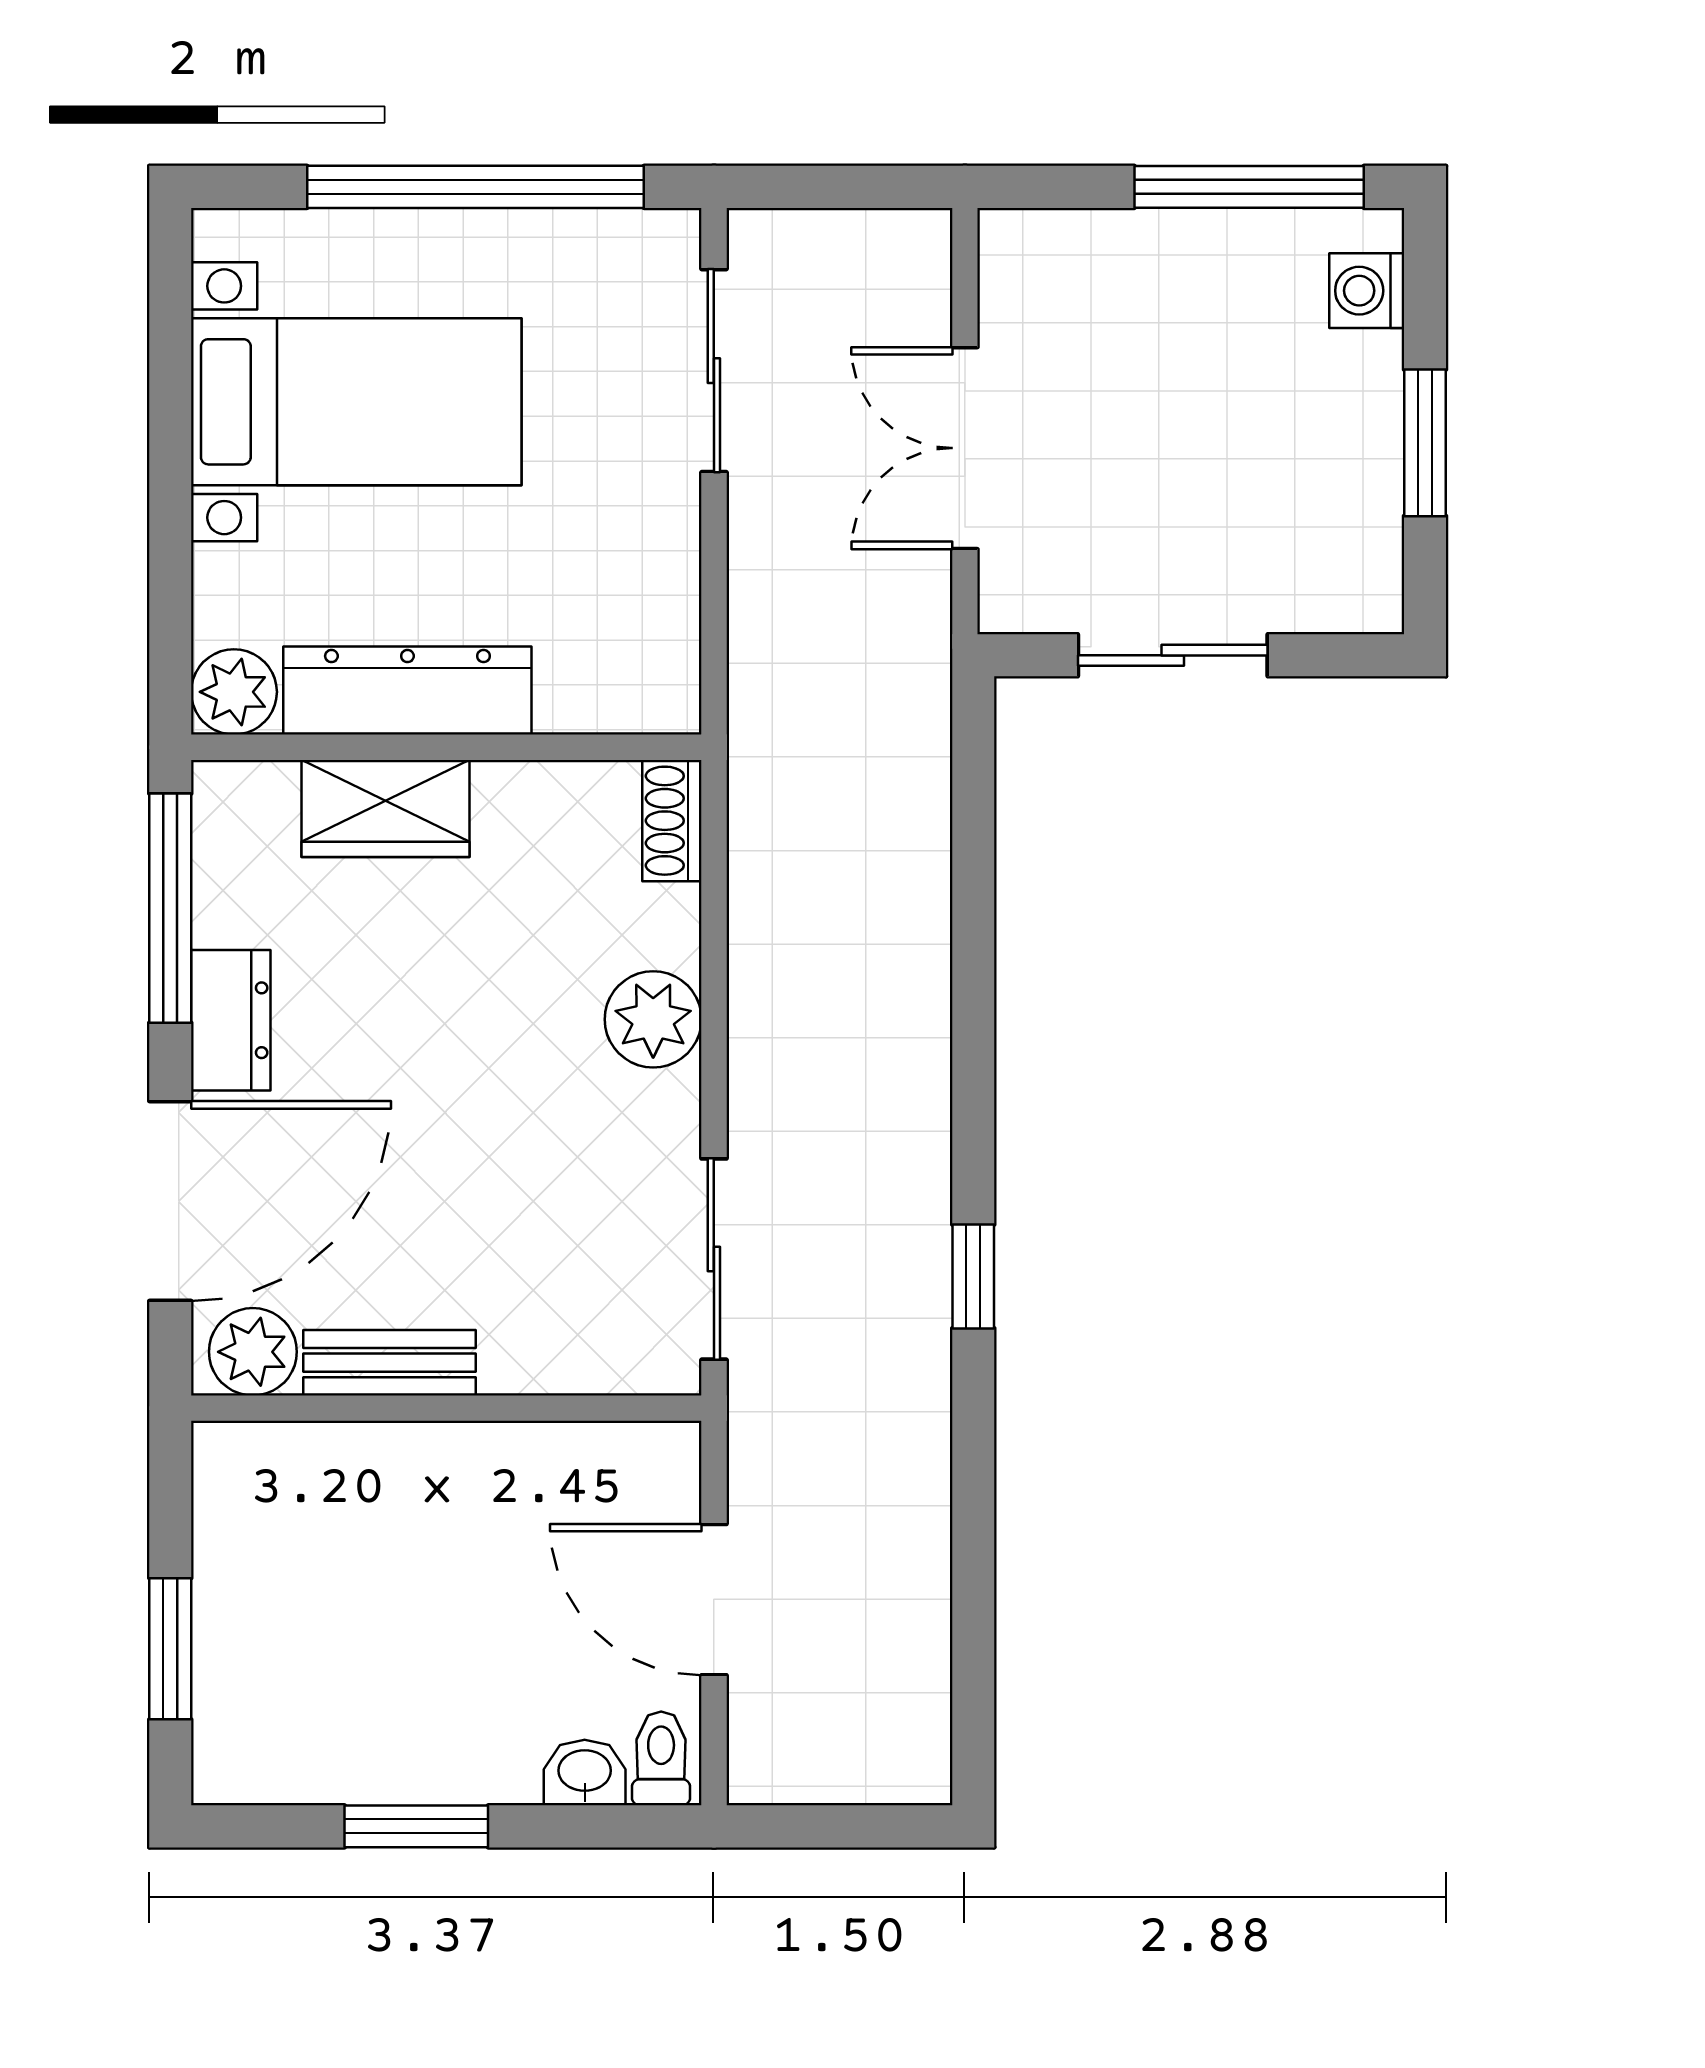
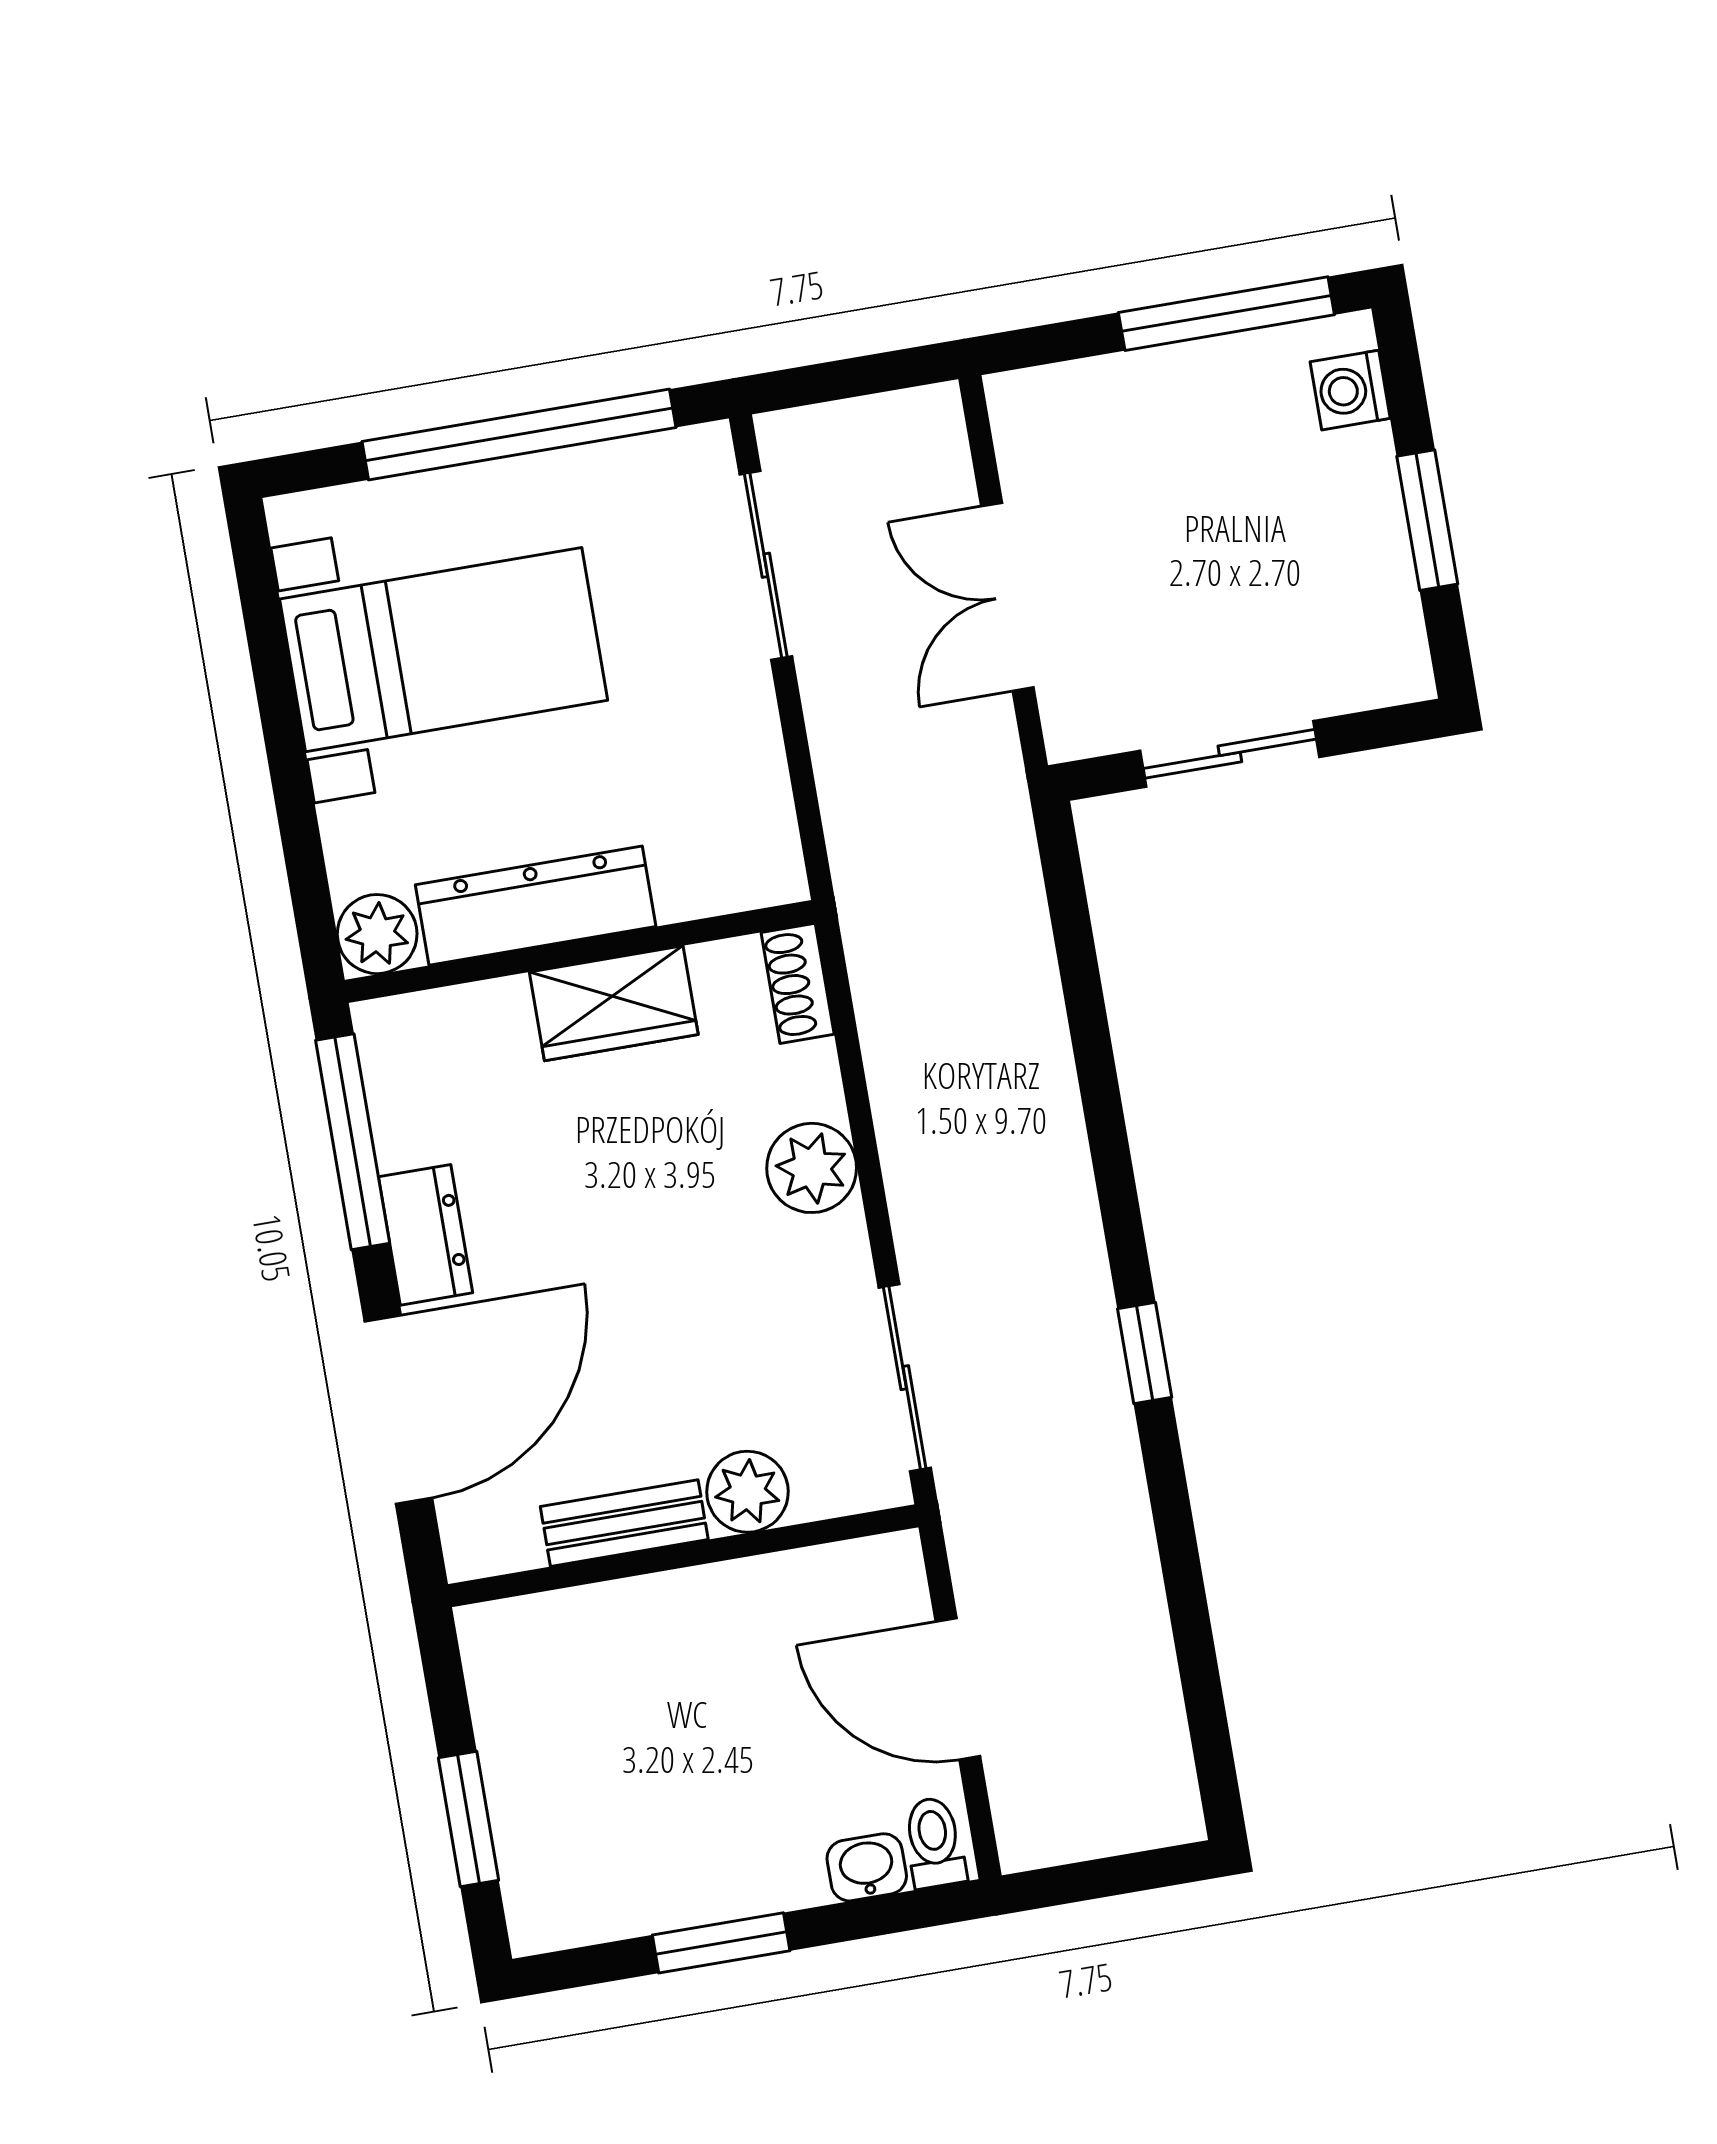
wardrobe: (386, 809) -> (614, 1003), moved
plant: (253, 1352) -> (747, 1492), moved

